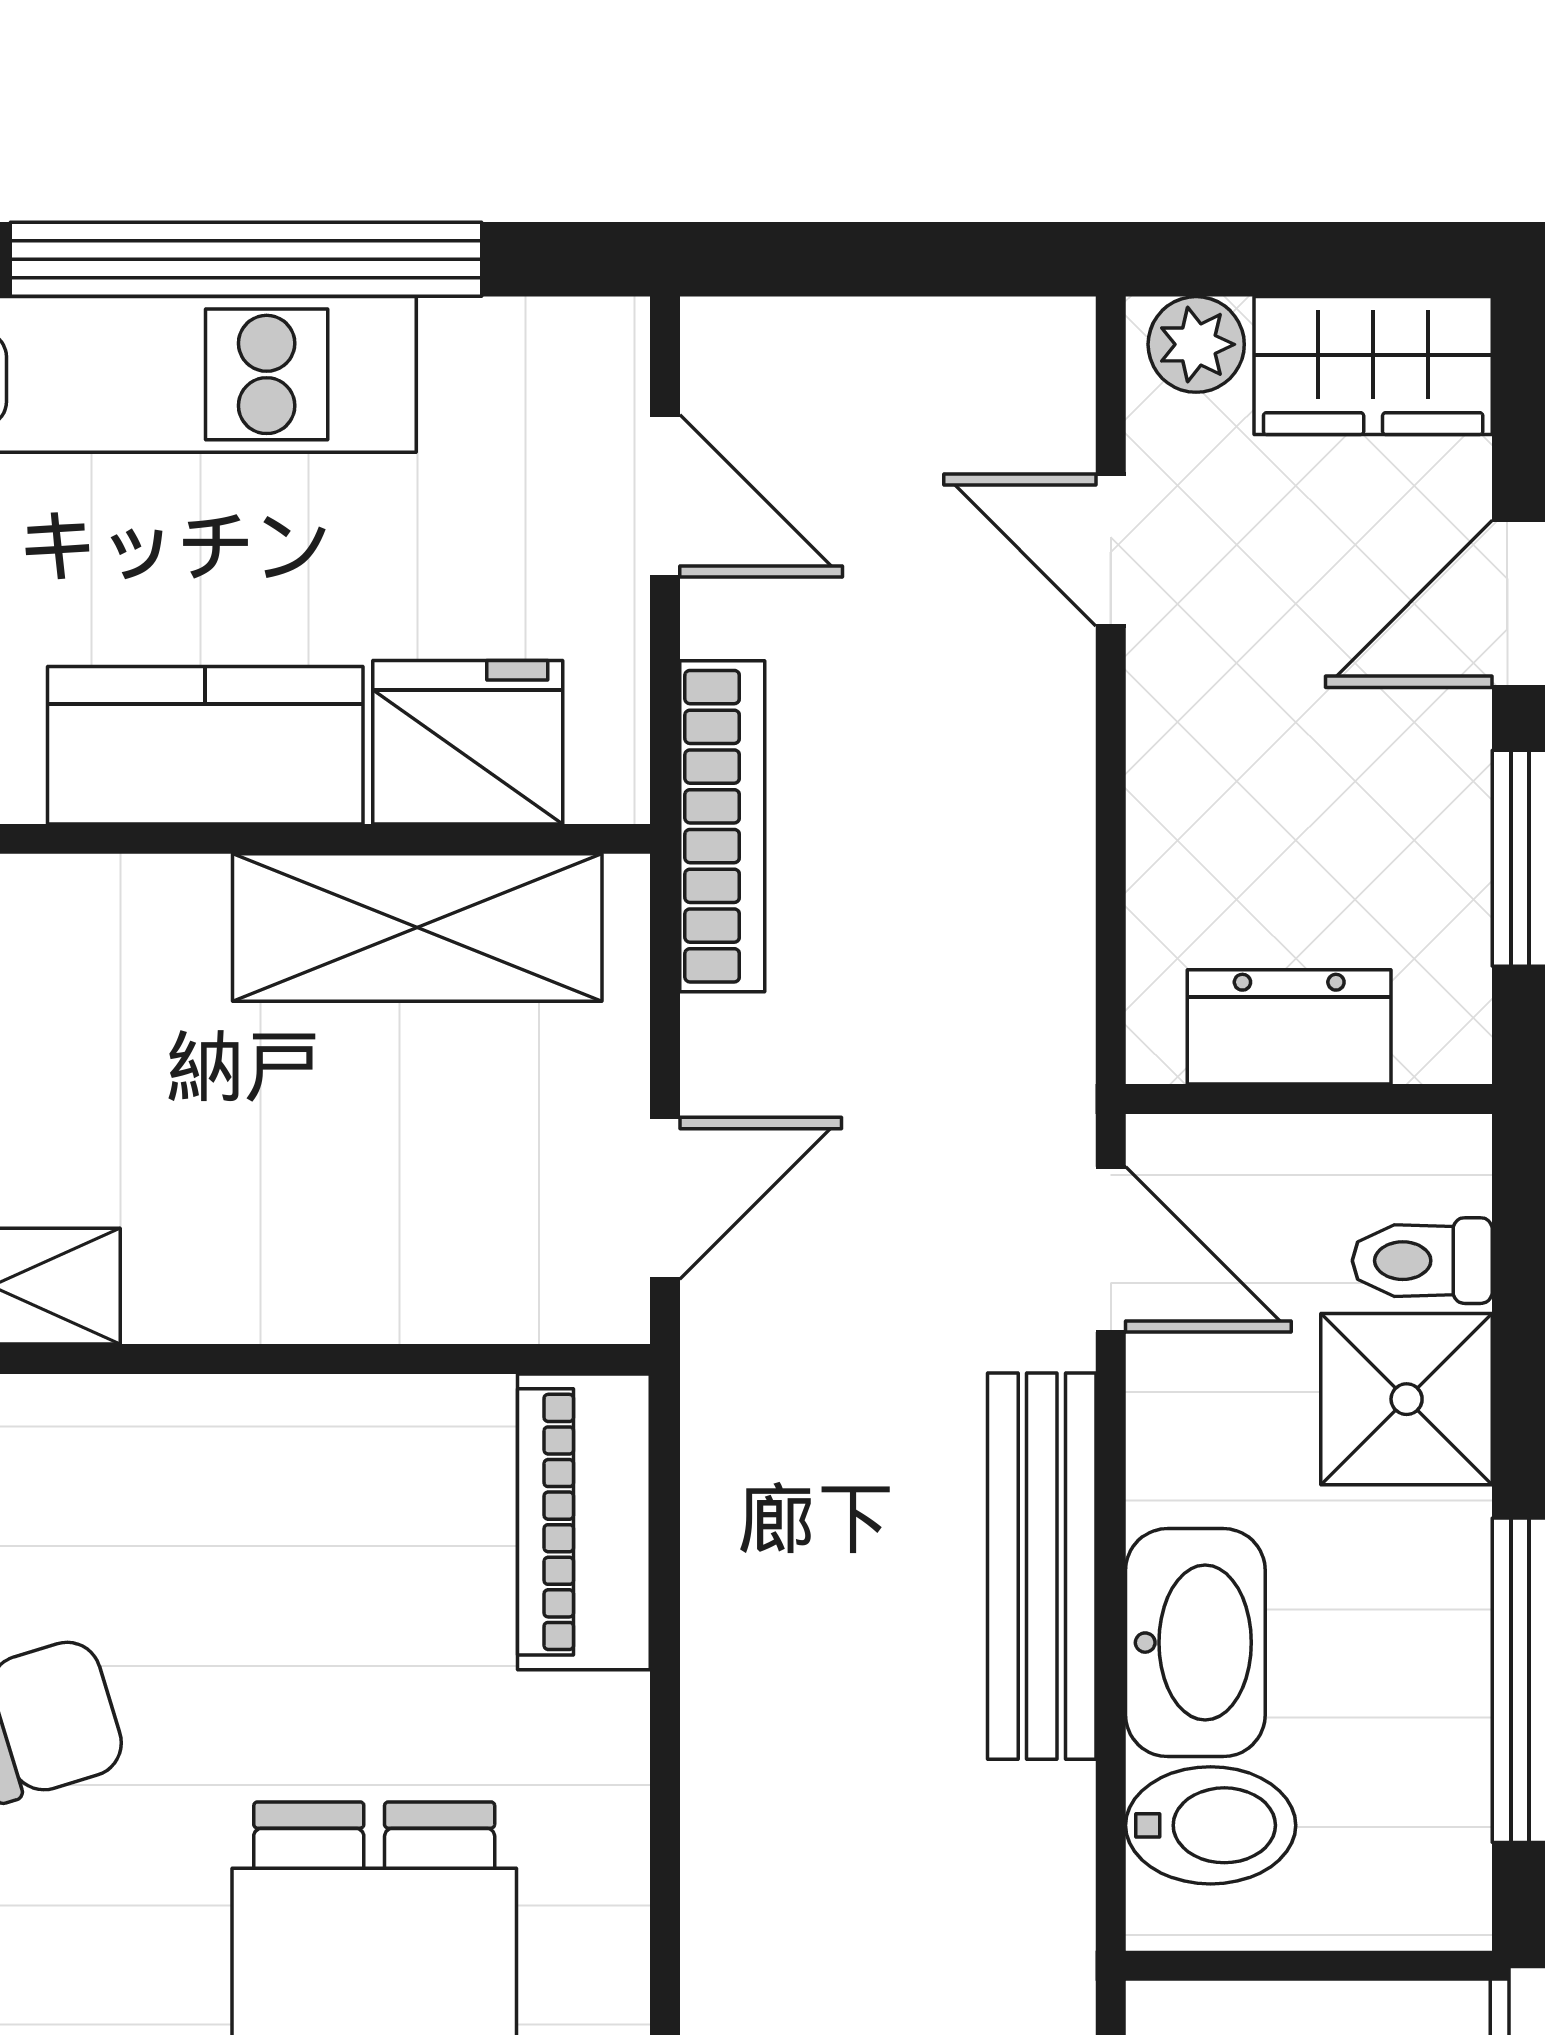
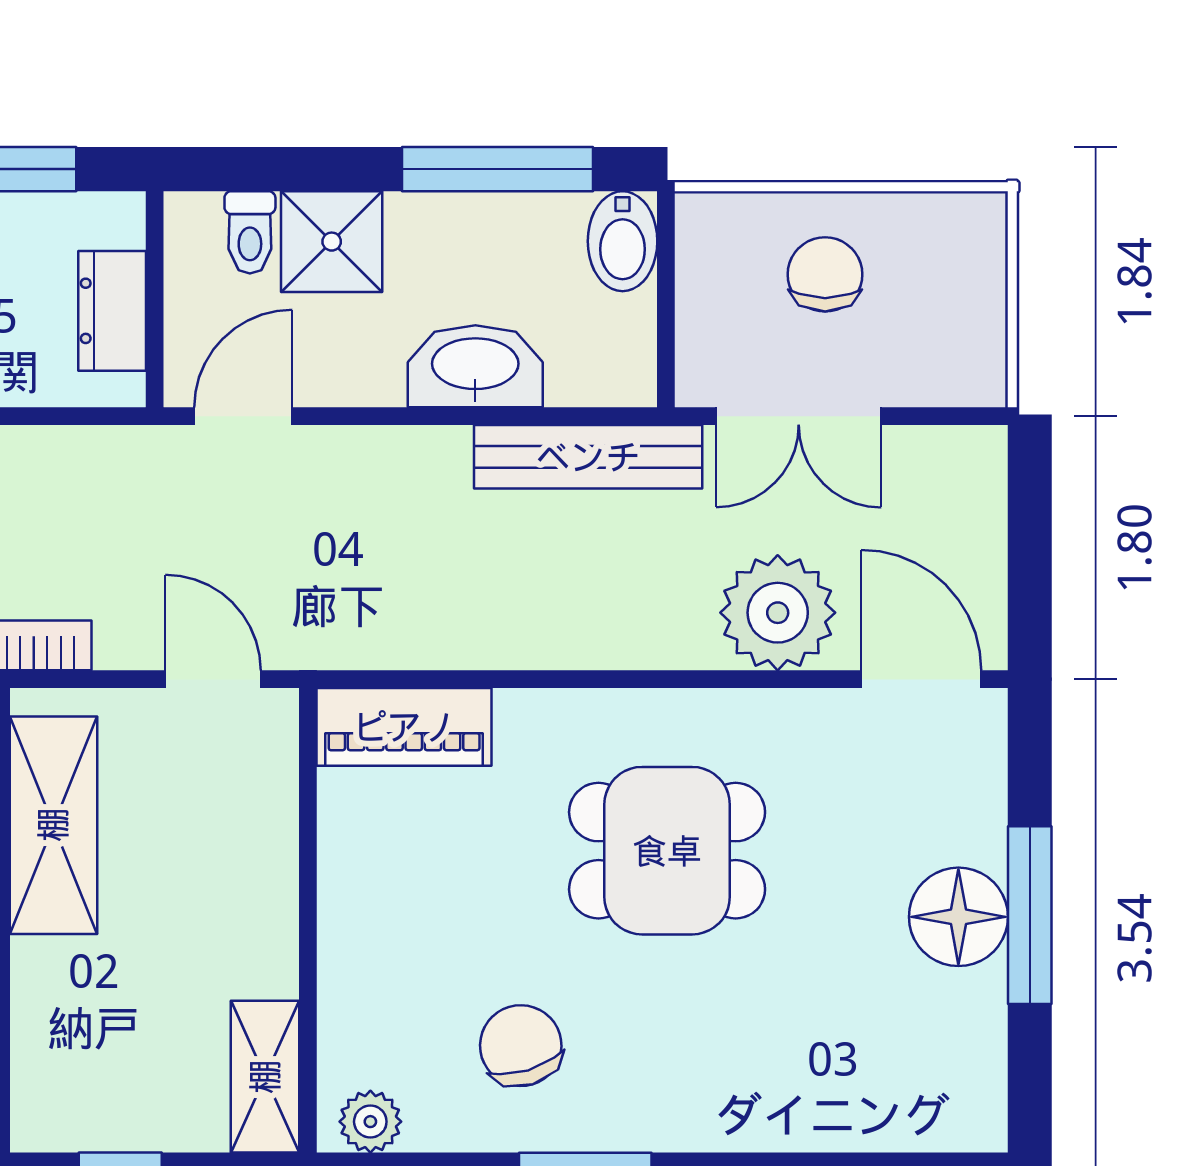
bench: (1042, 1566) -> (588, 457), moved
bidet: (1211, 1825) -> (623, 241), moved, turned 180

